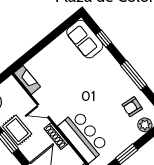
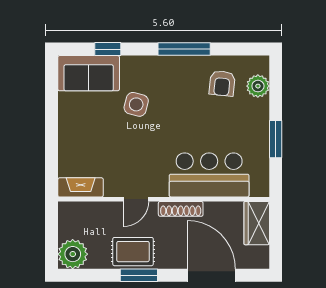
side table: (88, 74) -> (136, 104), added

